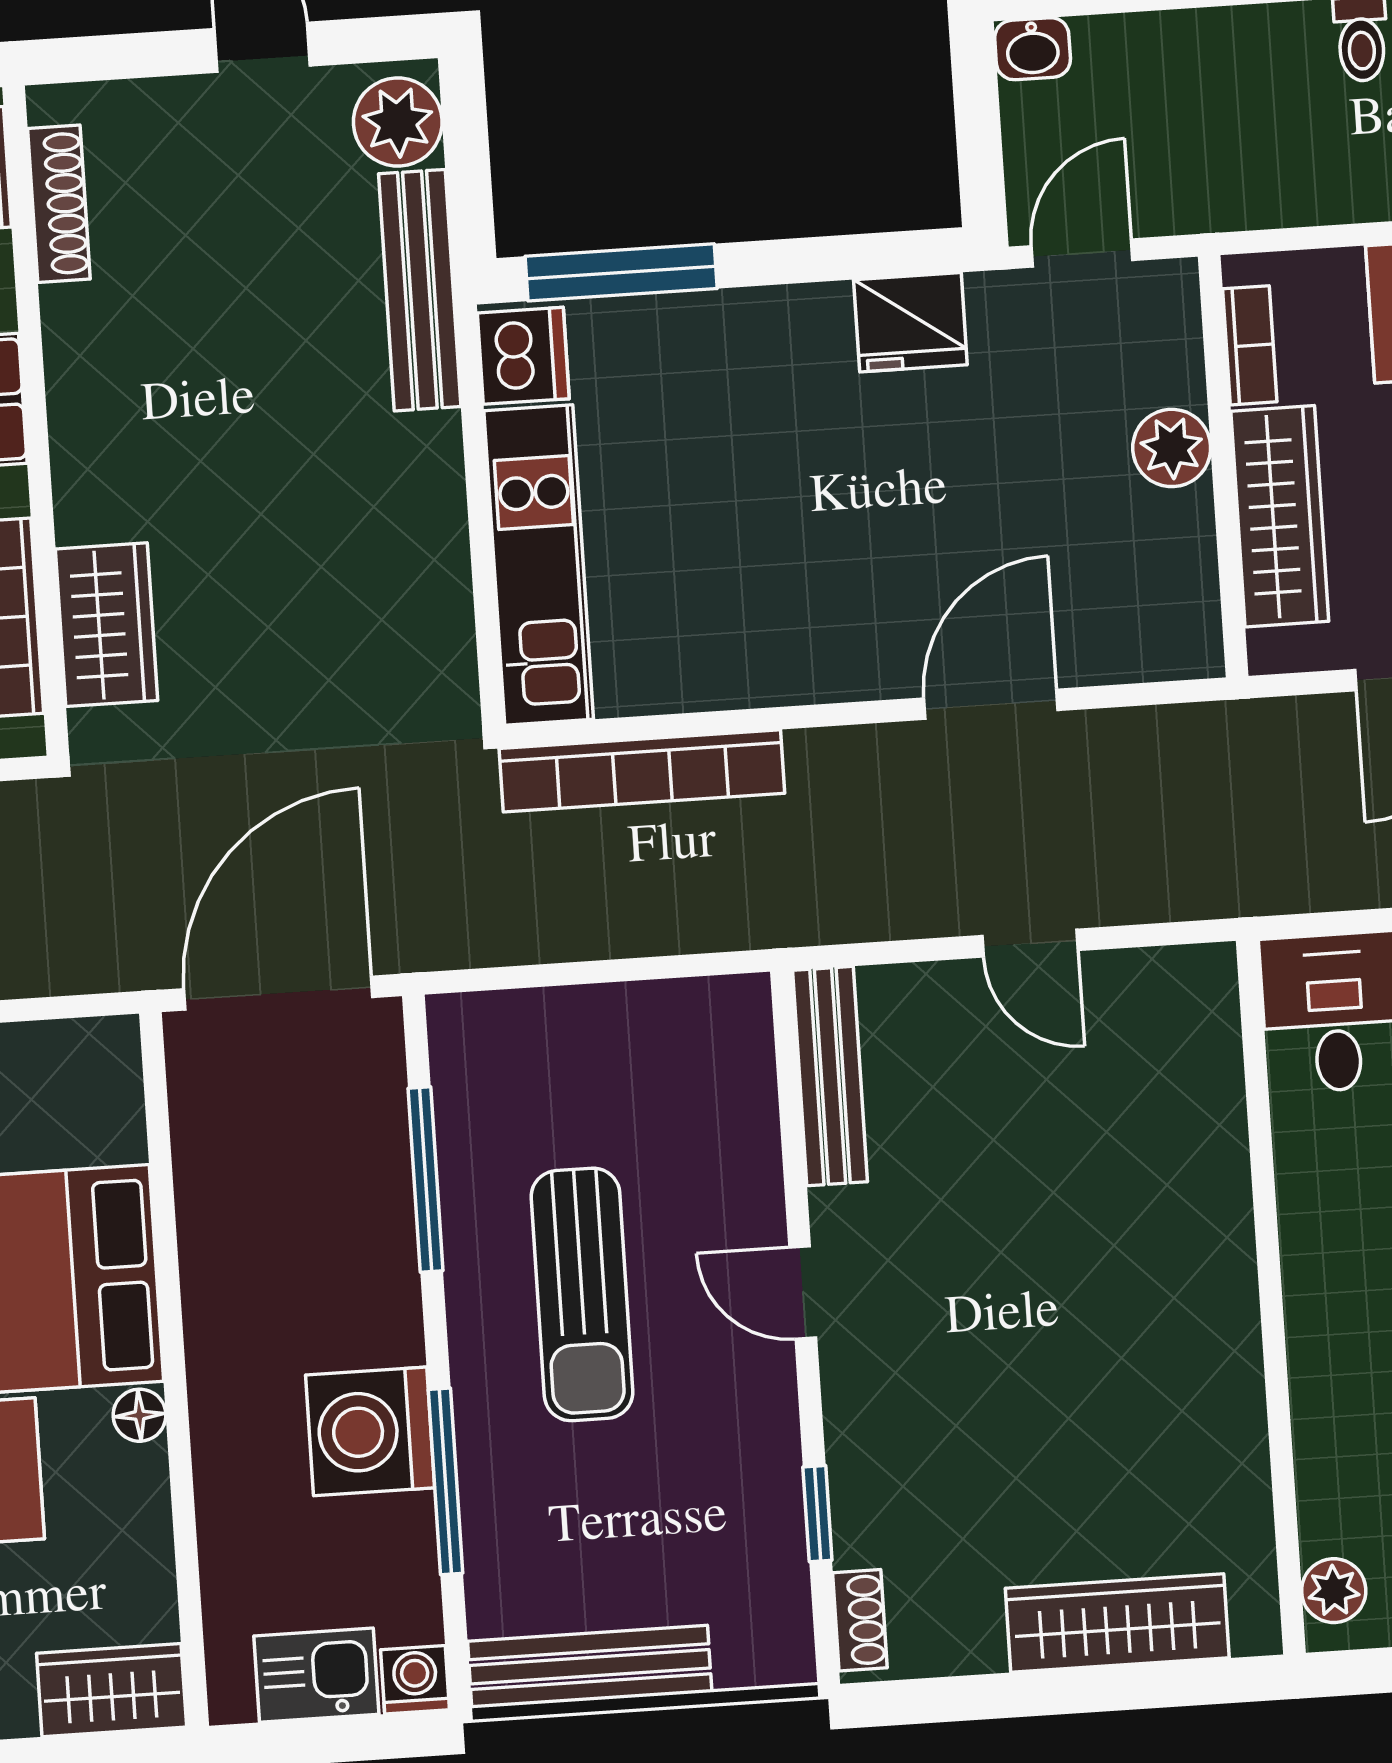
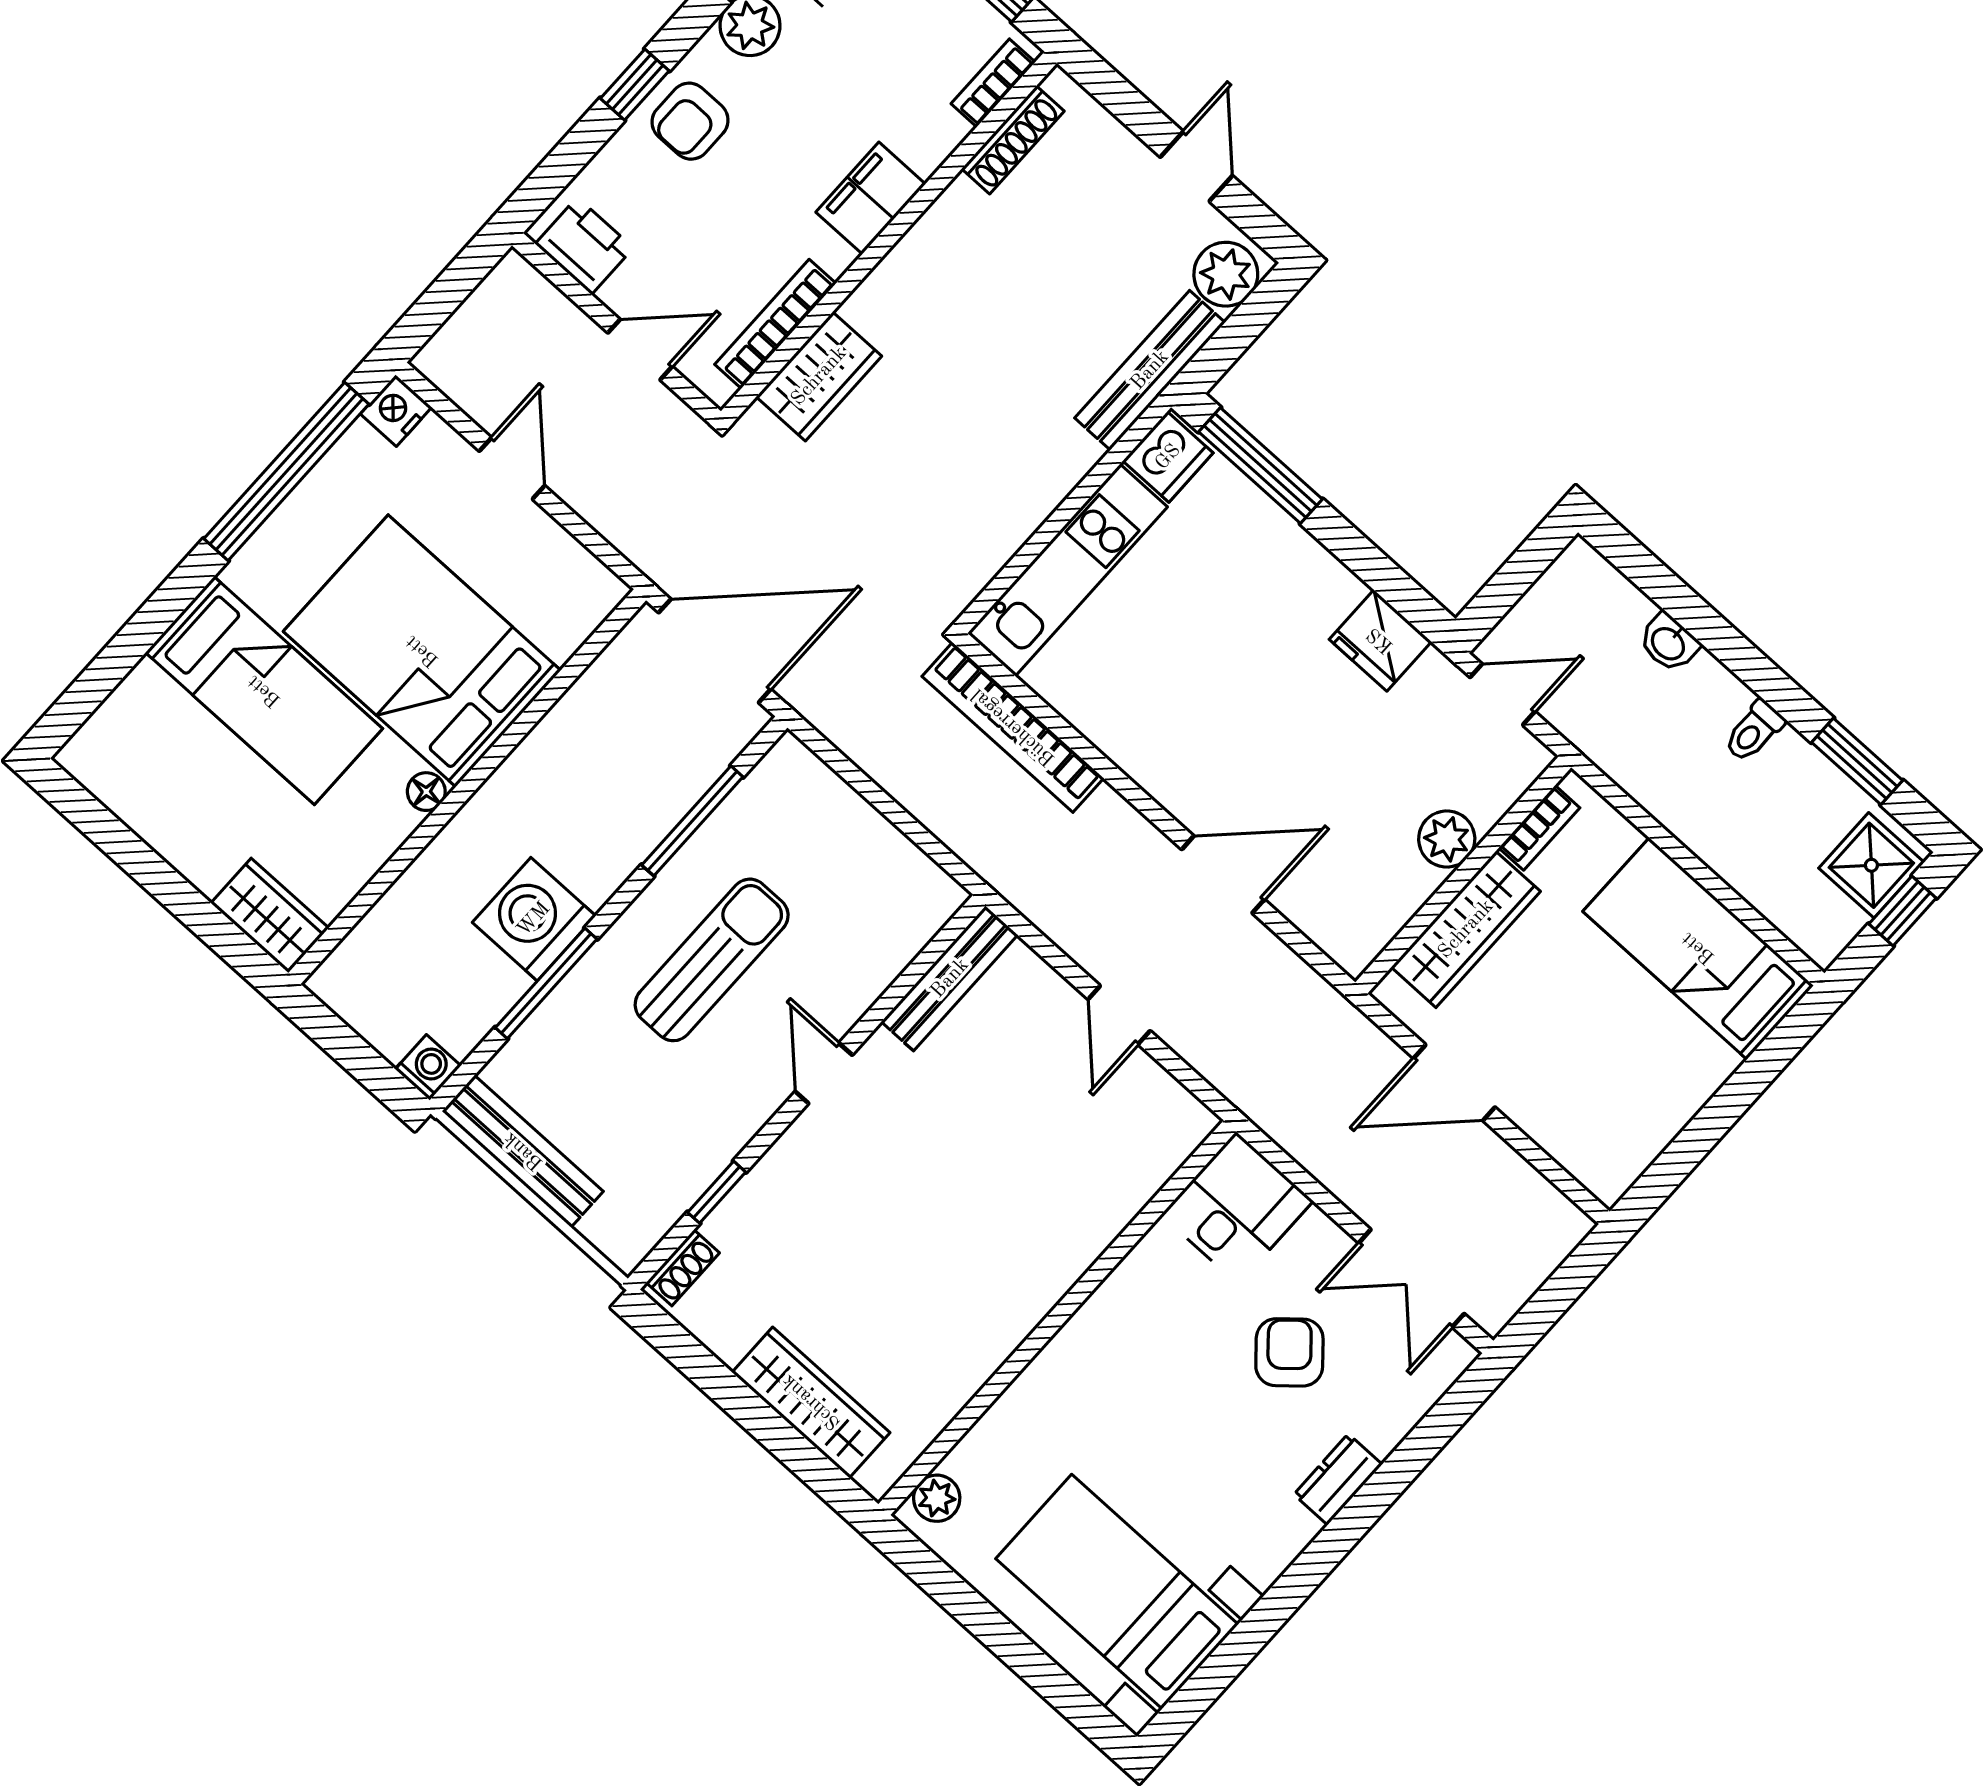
washbasin: (1033, 49) -> (1669, 643), moved
sun lounger: (582, 1294) -> (712, 960), turned 180
kitchen sink: (316, 1675) -> (381, 1014), removed

